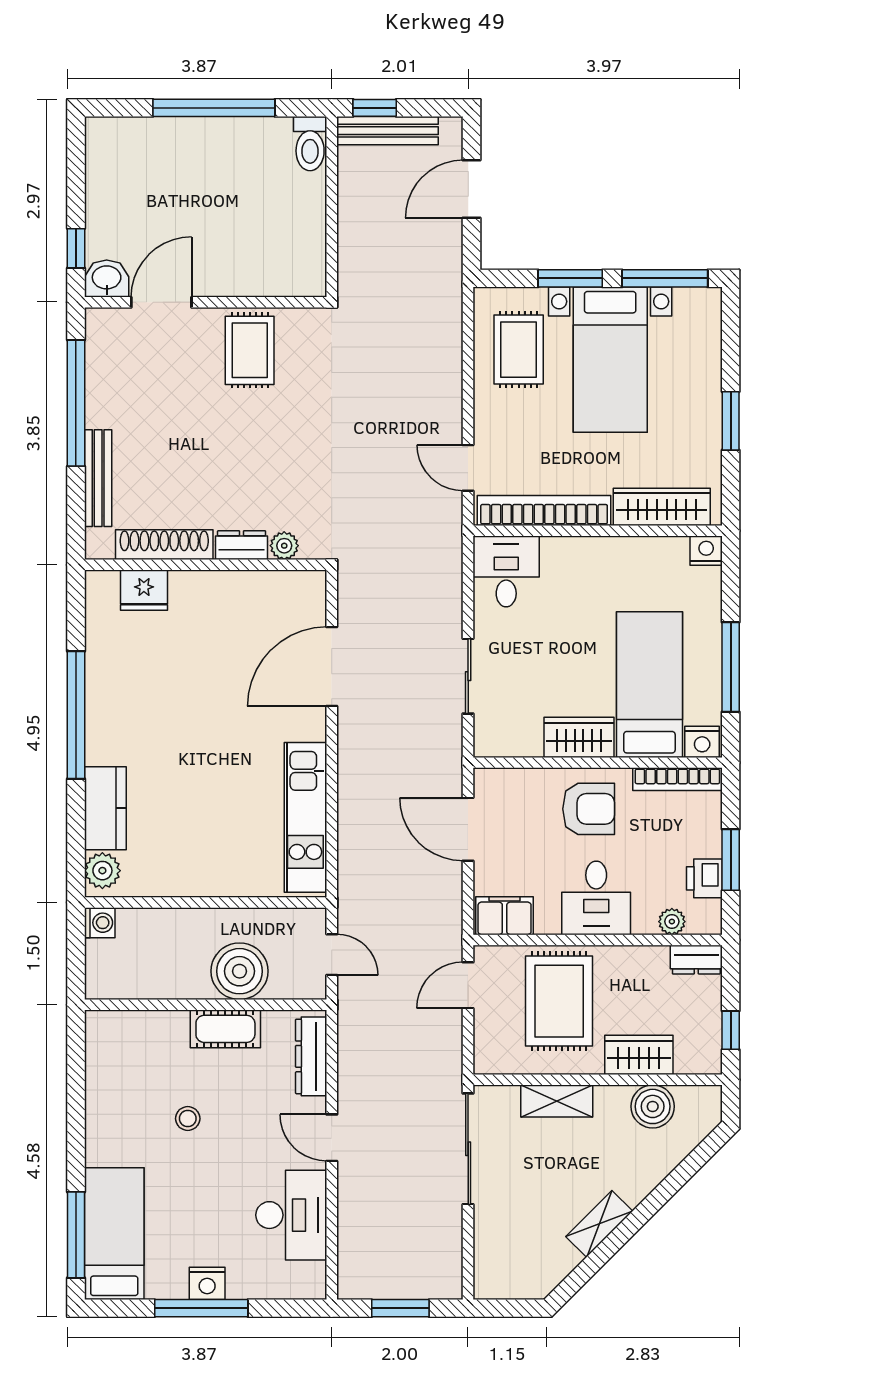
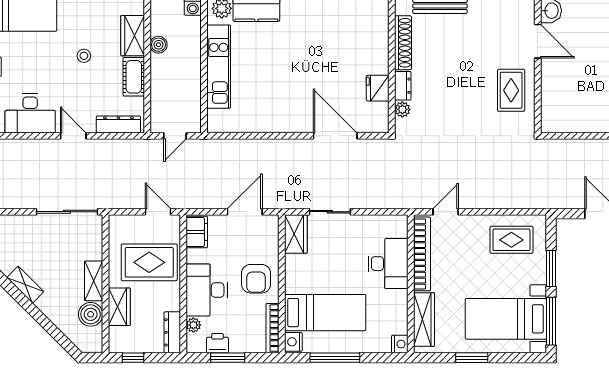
rug: (250, 350) -> (511, 90), turned 90
bed with nightstands: (610, 360) -> (506, 319), moved
desk: (506, 571) -> (388, 264), moved, width x1.37
fridge: (144, 590) -> (378, 88), moved
wardrobe: (579, 737) -> (296, 234), moved
kitchen unit: (305, 817) -> (219, 67), moved, turned 90
desk: (596, 898) -> (207, 290), width x1.37
dresser: (696, 960) -> (172, 332), width x1.44
boiler: (240, 971) -> (158, 45), moved, width x0.54, depth x0.54
wardrobe: (151, 1031) -> (133, 36), added
shelving: (557, 1101) -> (94, 281), moved
door: (332, 1138) -> (73, 136), hinge flipped

